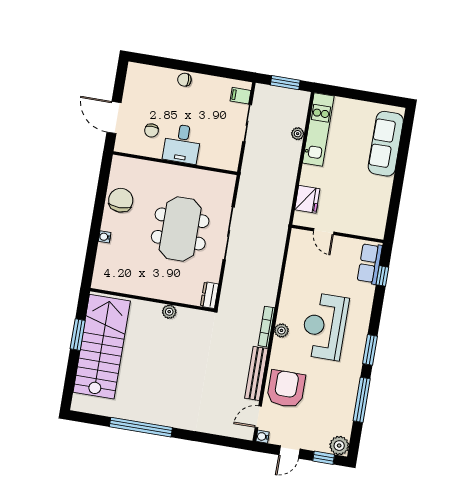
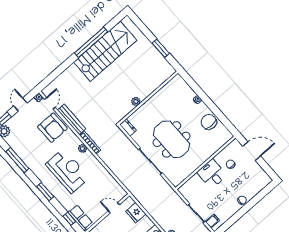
chair: (121, 200) -> (209, 122), turned 180
stairs: (102, 347) -> (105, 51), moved, turned -90
window: (370, 350) -> (45, 192), moved

